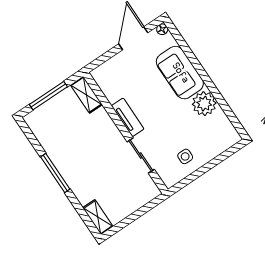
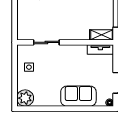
plant: (204, 104) -> (25, 98), moved
tv unit: (128, 117) -> (100, 50), moved

